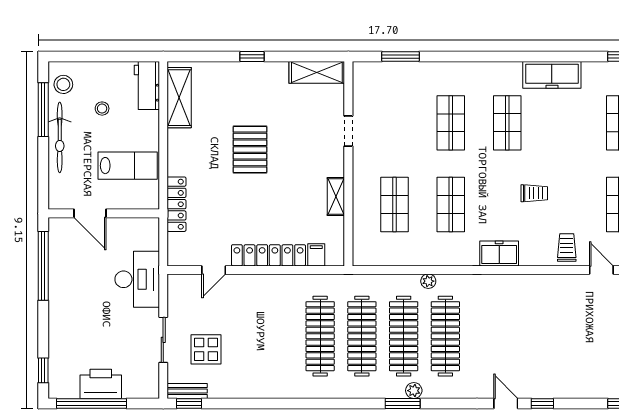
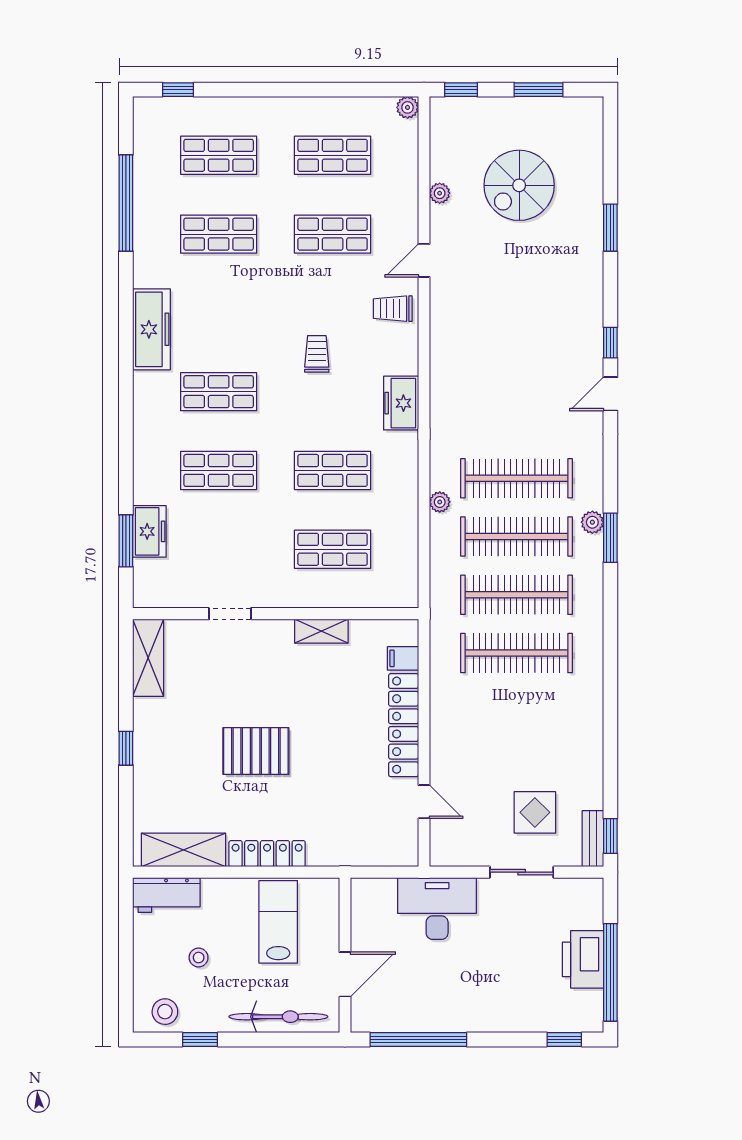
freezer: (407, 73) -> (149, 531), added
window: (43, 110) -> (200, 1040), width x0.46
bicycle: (60, 137) -> (278, 1017), moved
locker: (176, 204) -> (267, 854), moved

